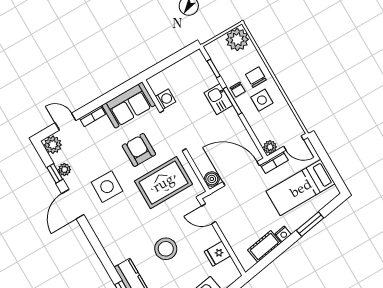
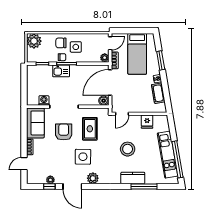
plant: (53, 145) -> (93, 178), moved
armchair: (139, 150) -> (64, 132), turned 90
rug: (163, 183) -> (90, 129), width x0.73, depth x0.70
side table: (107, 187) -> (83, 157), moved

